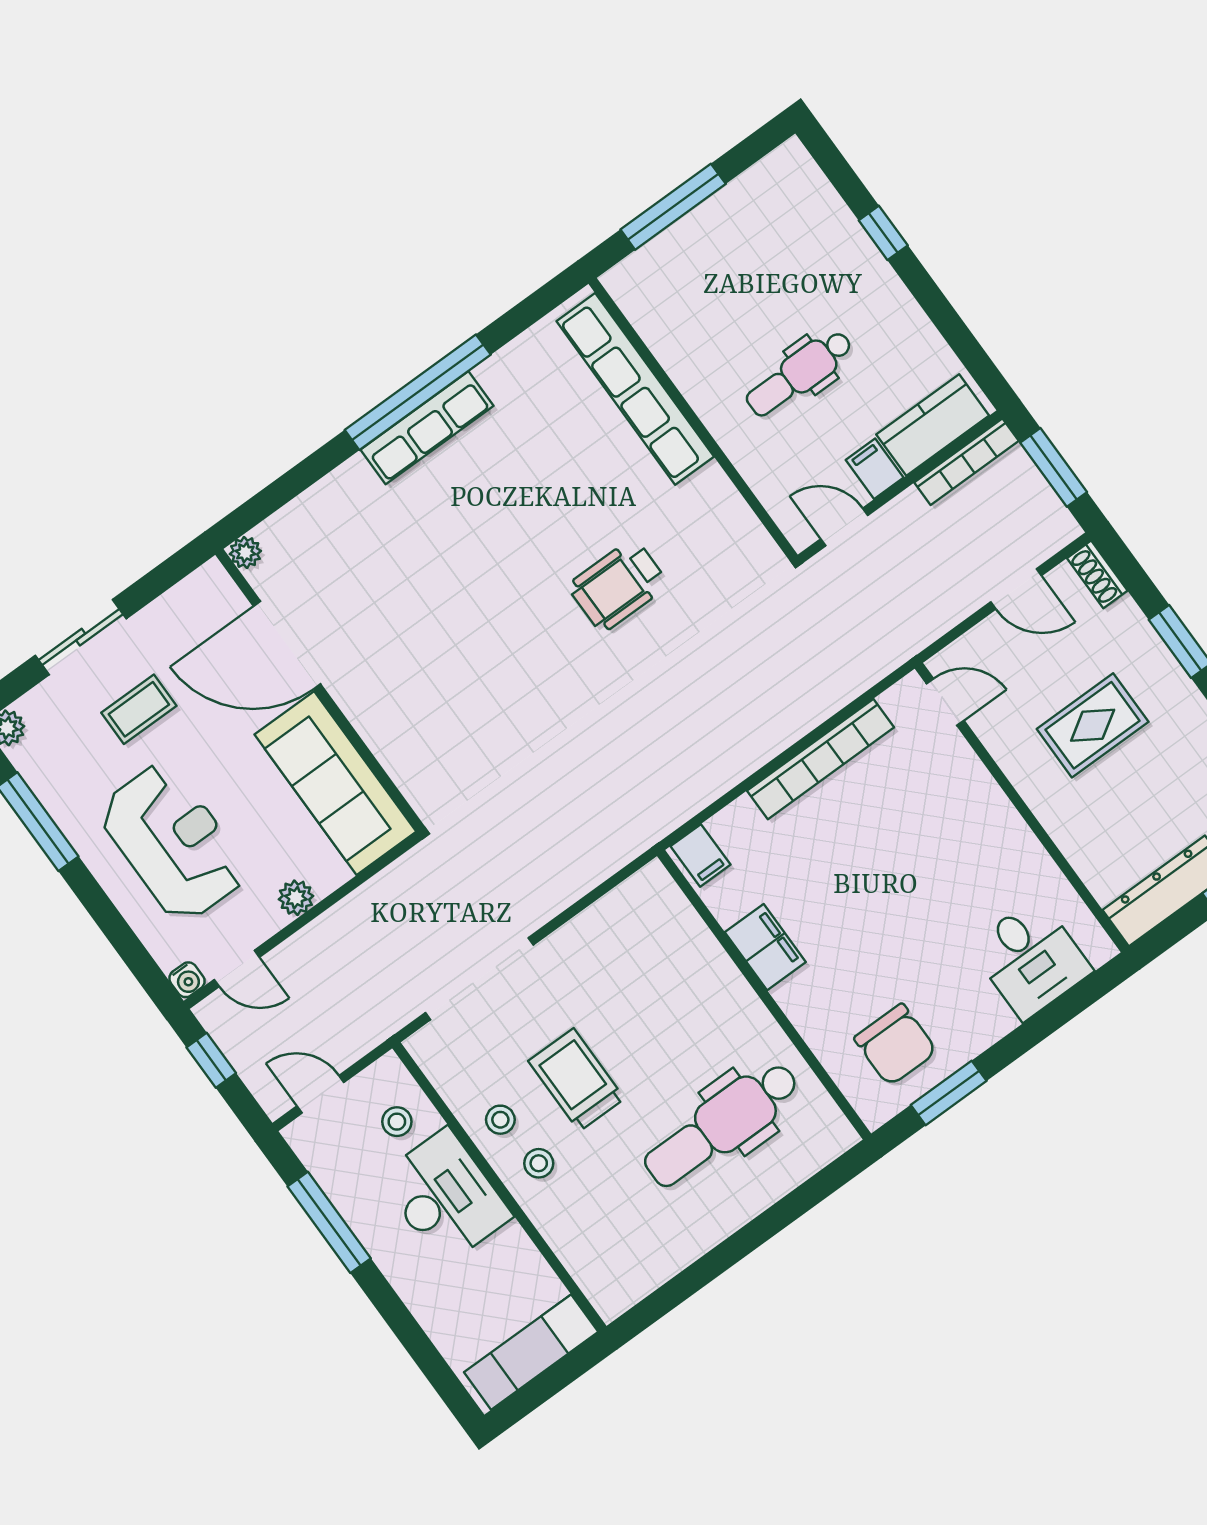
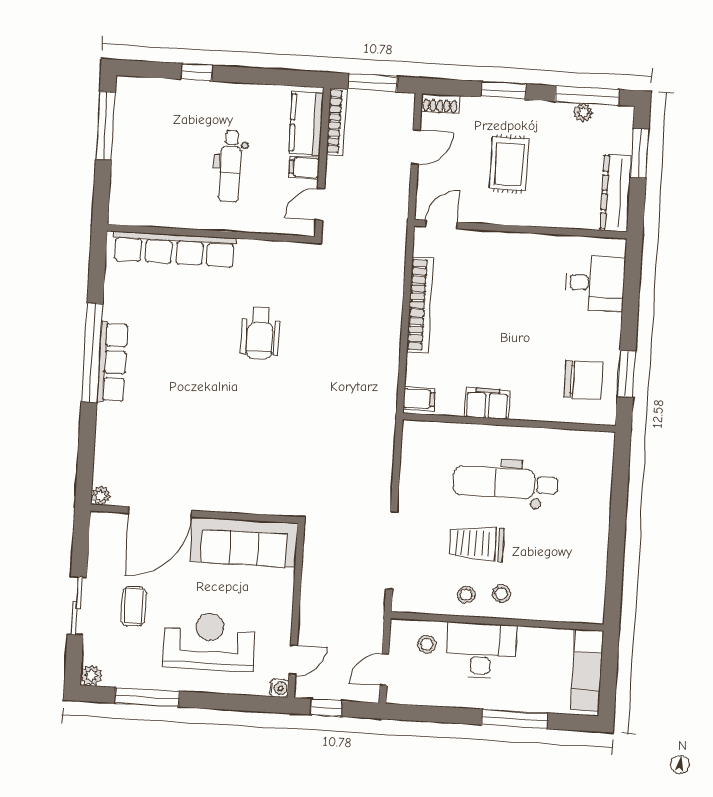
window: (673, 207) -> (105, 126), moved
plant: (296, 898) -> (283, 605), removed
dental chair: (722, 1124) -> (505, 483), moved, turned 90
window: (329, 1222) -> (515, 719), moved

